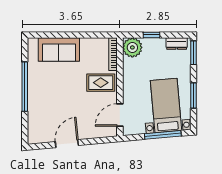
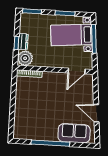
dresser: (177, 44) -> (23, 42), moved
sofa: (59, 49) -> (74, 133), moved, turned -90
rug: (101, 83) -> (51, 84), removed
door: (120, 115) -> (77, 71), hinge flipped

